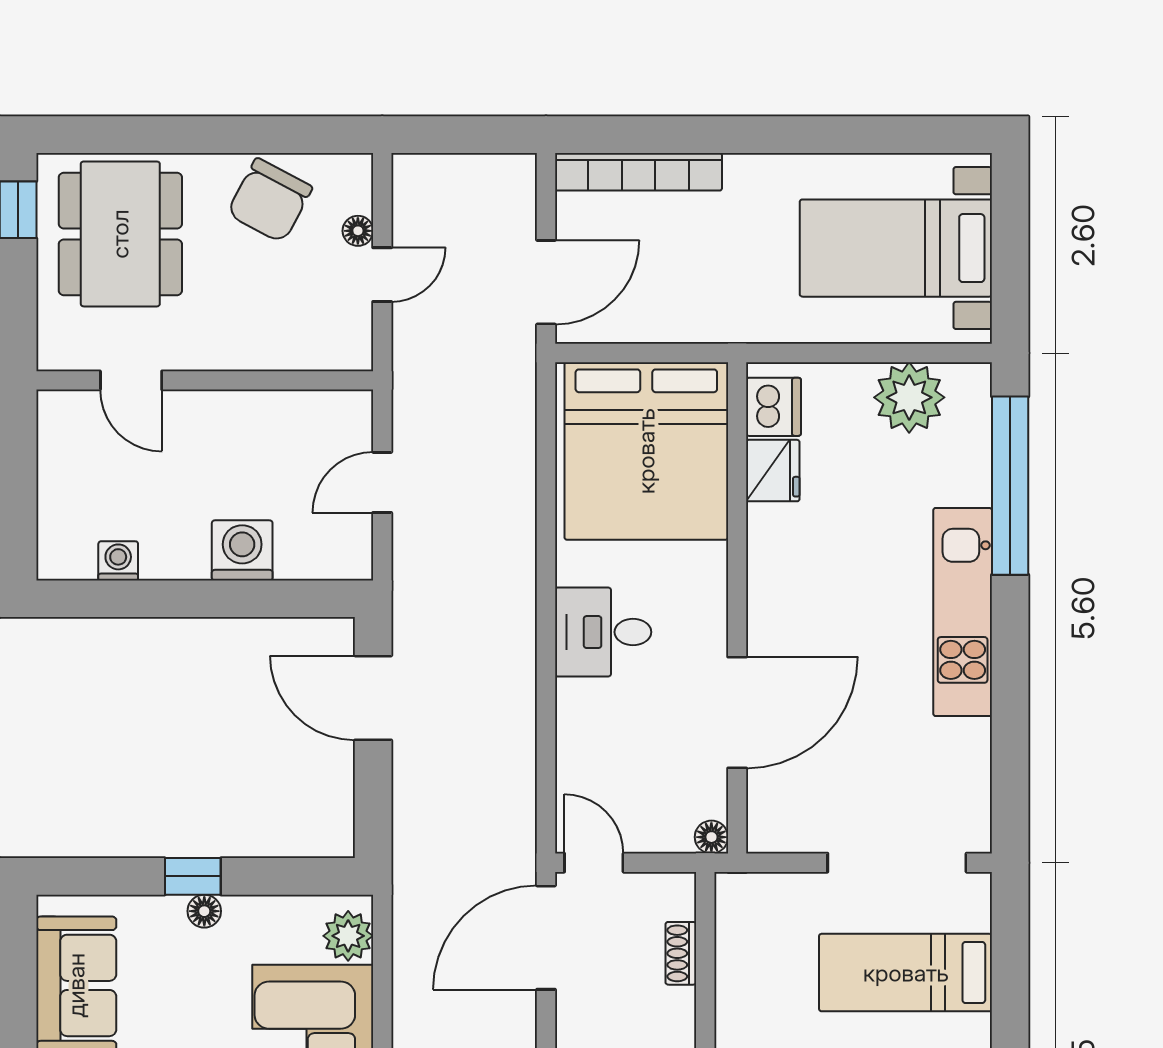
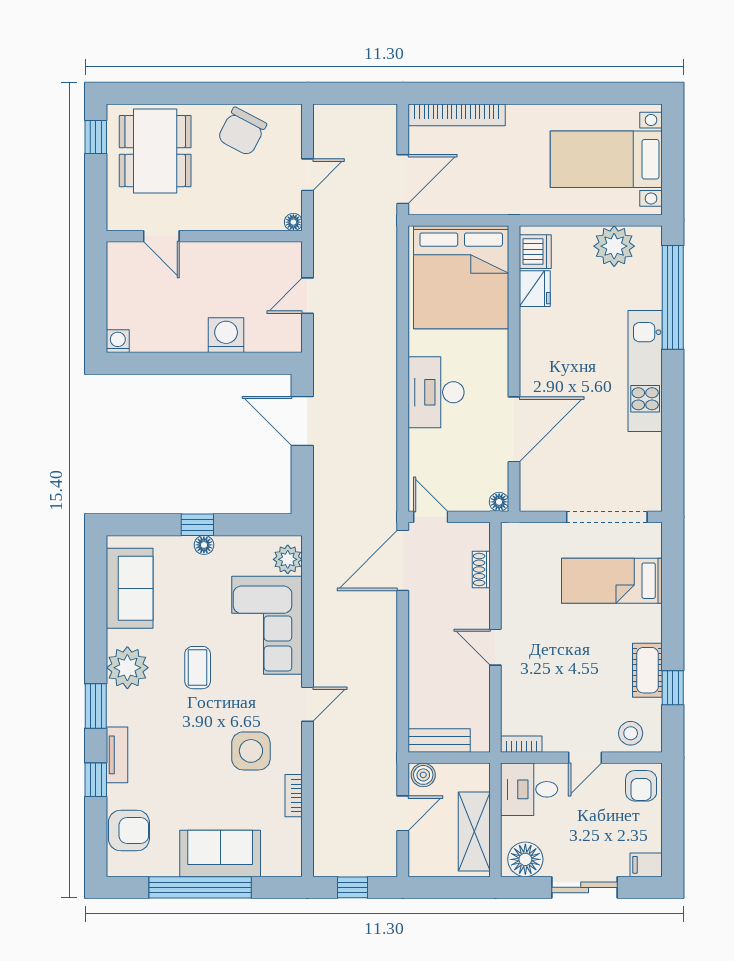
floor lamp: (358, 231) -> (293, 222), moved
washing machine: (118, 561) -> (118, 341), moved
desk: (603, 632) -> (436, 392), width x1.37

